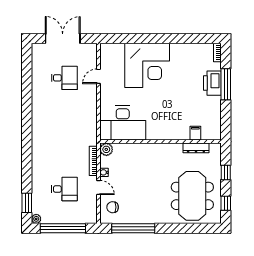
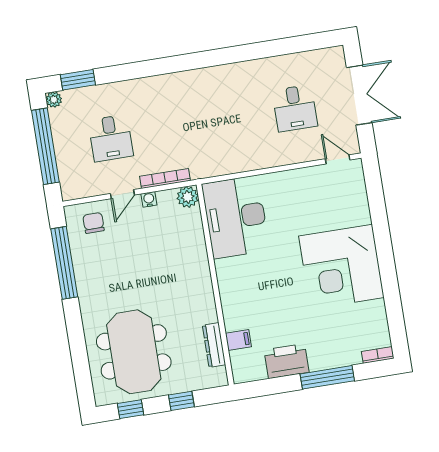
corner desk: (147, 65) -> (341, 267), moved
door: (98, 76) -> (338, 159), moved
printer: (212, 83) -> (287, 361), moved
meeting table: (192, 196) -> (134, 352), turned 90

